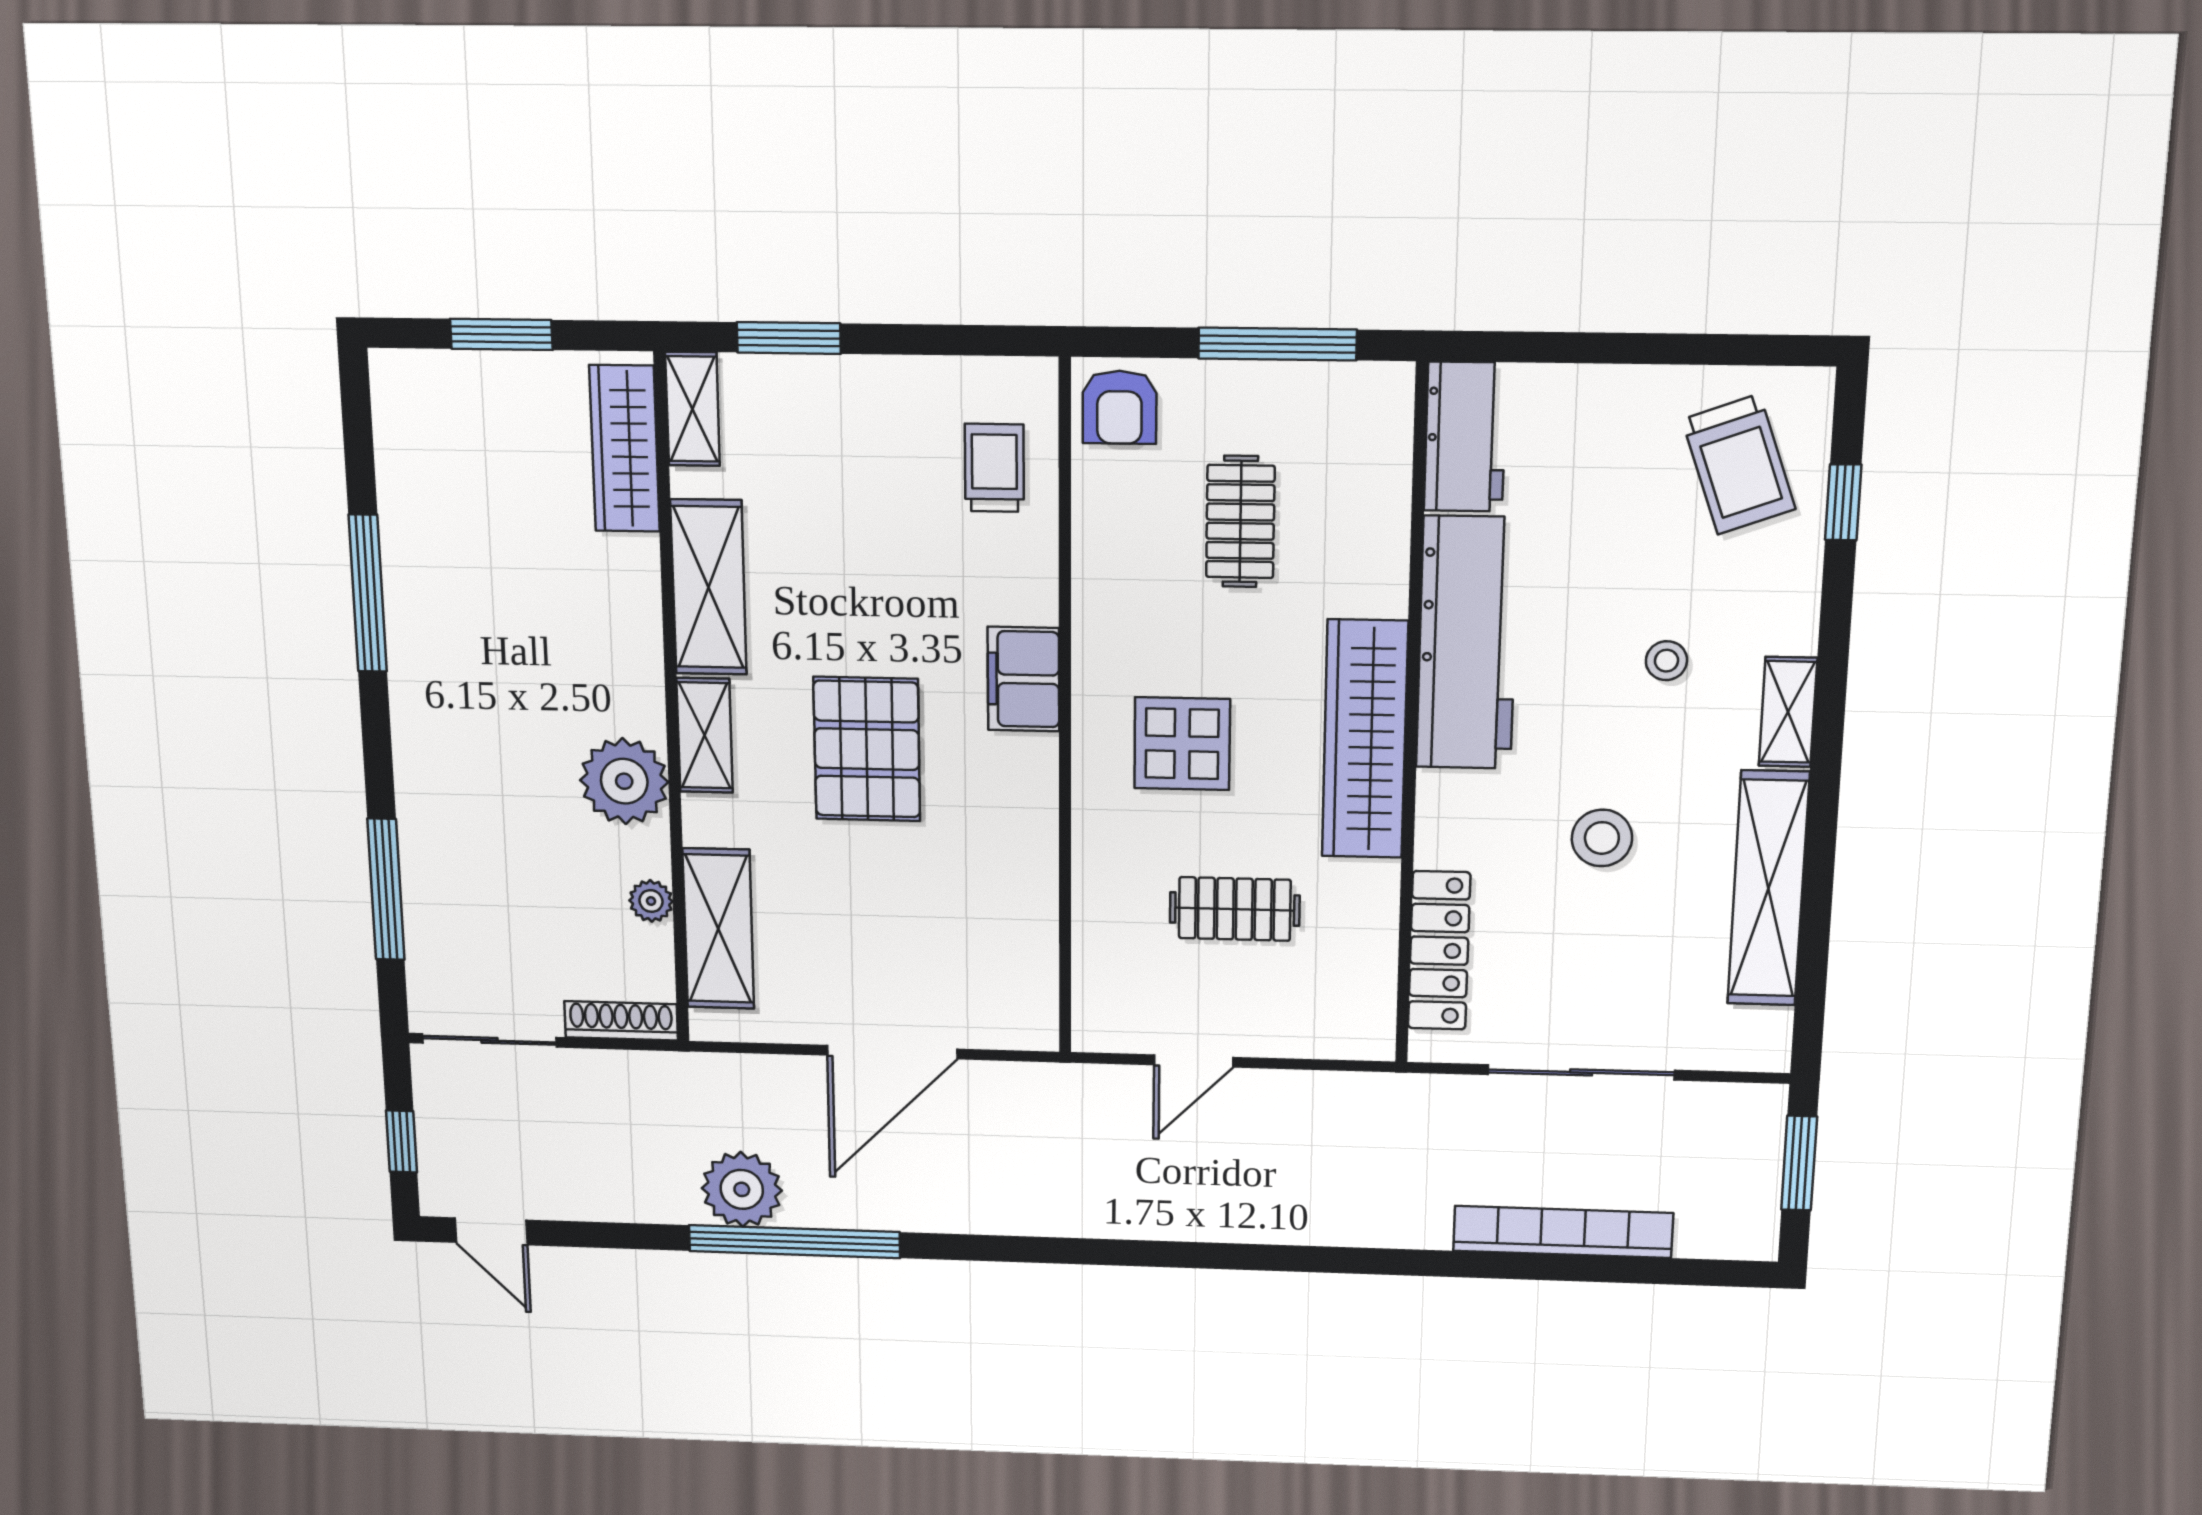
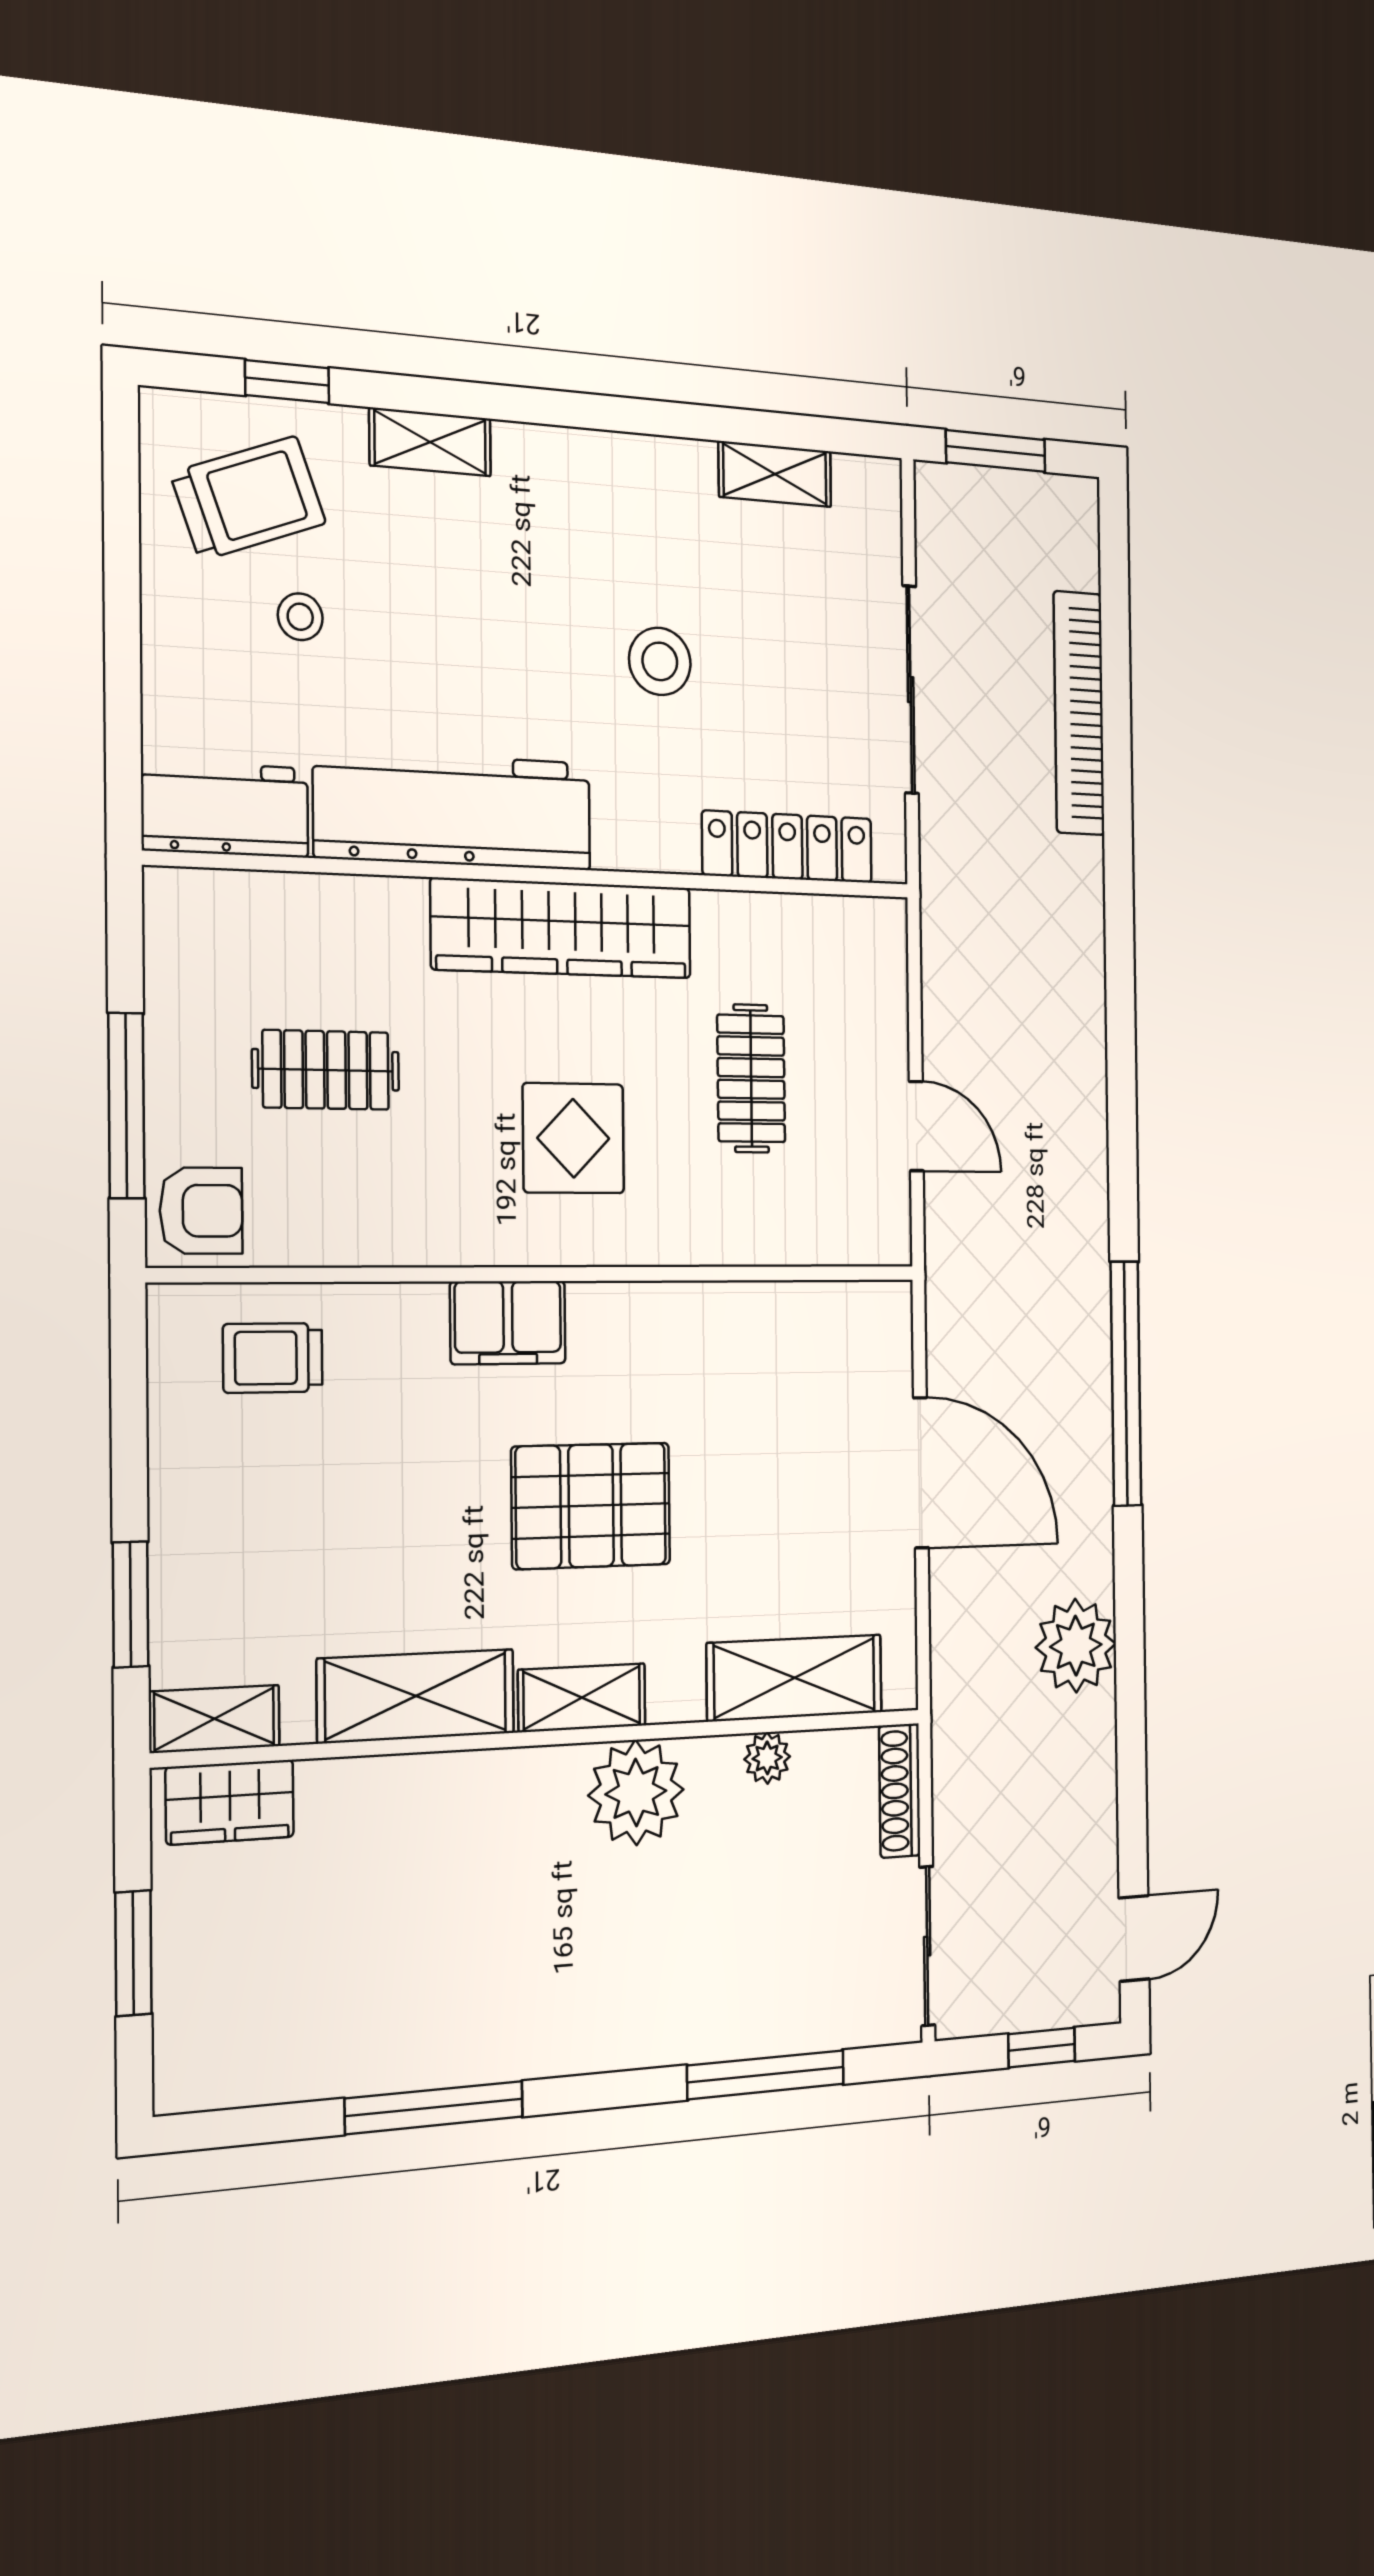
window: (1277, 344) -> (126, 1106), moved
wardrobe: (624, 449) -> (230, 1802), width x0.67
stool: (1666, 661) -> (300, 617), moved
shelving: (1788, 712) -> (430, 442), moved
shelving: (1768, 889) -> (775, 474), width x0.45, depth x0.75
window: (794, 1242) -> (1126, 1384), moved

